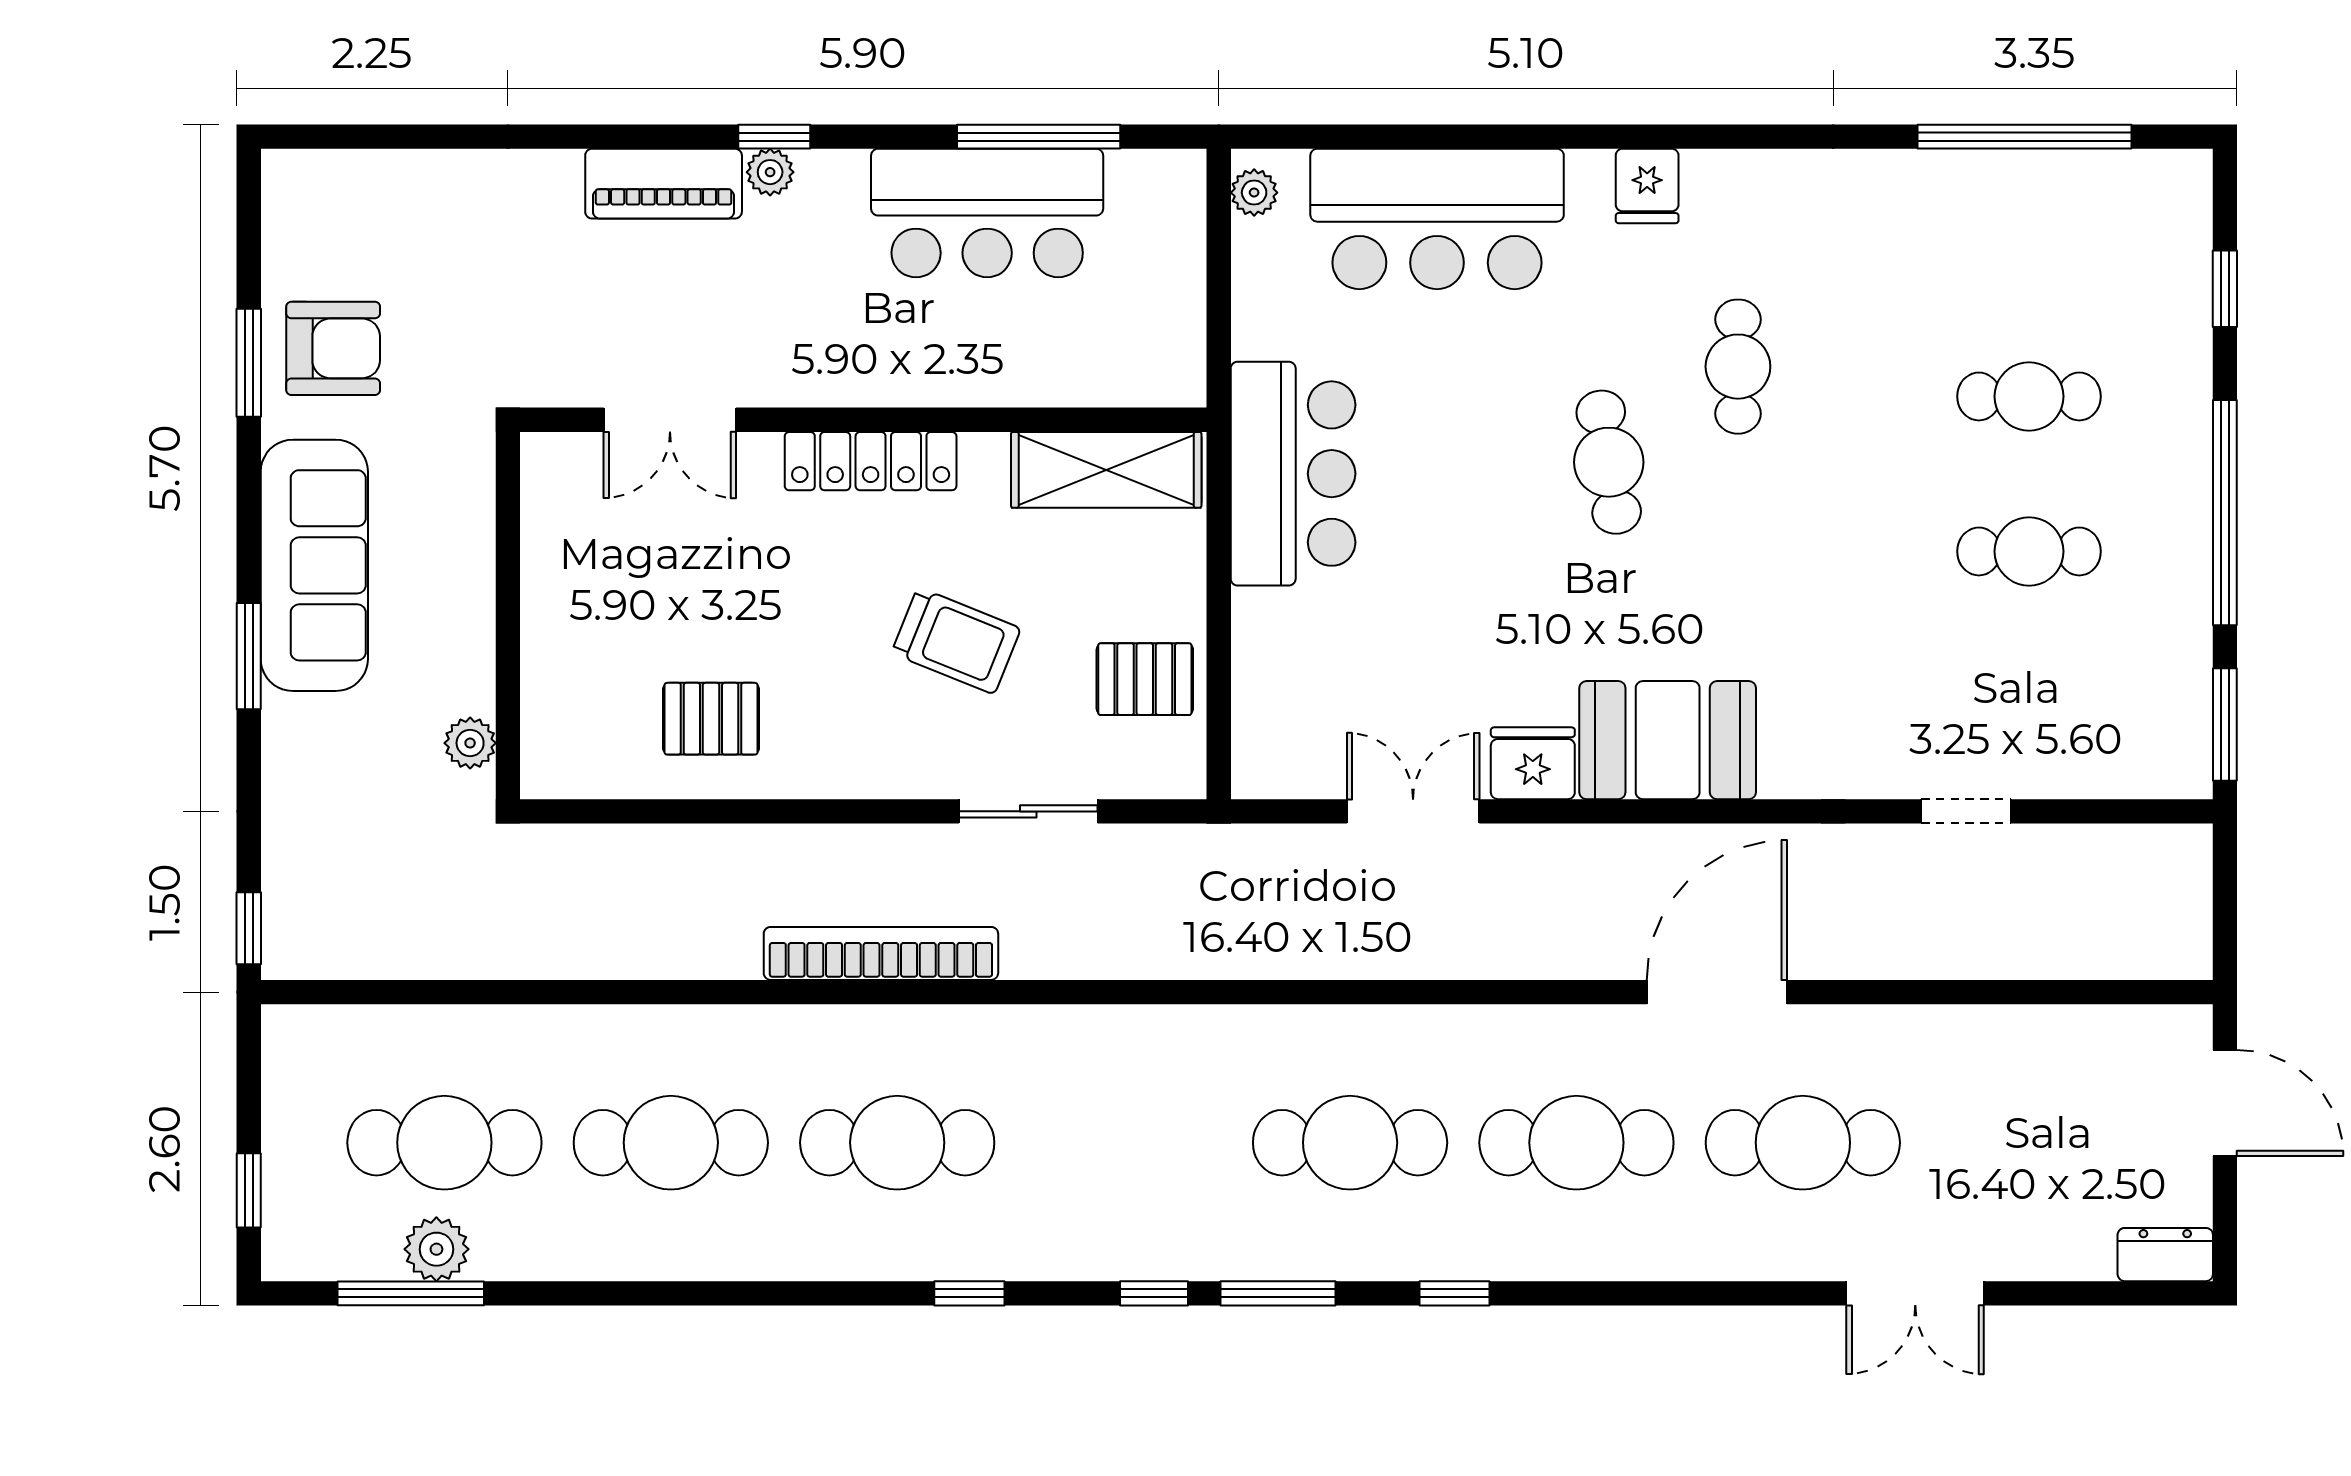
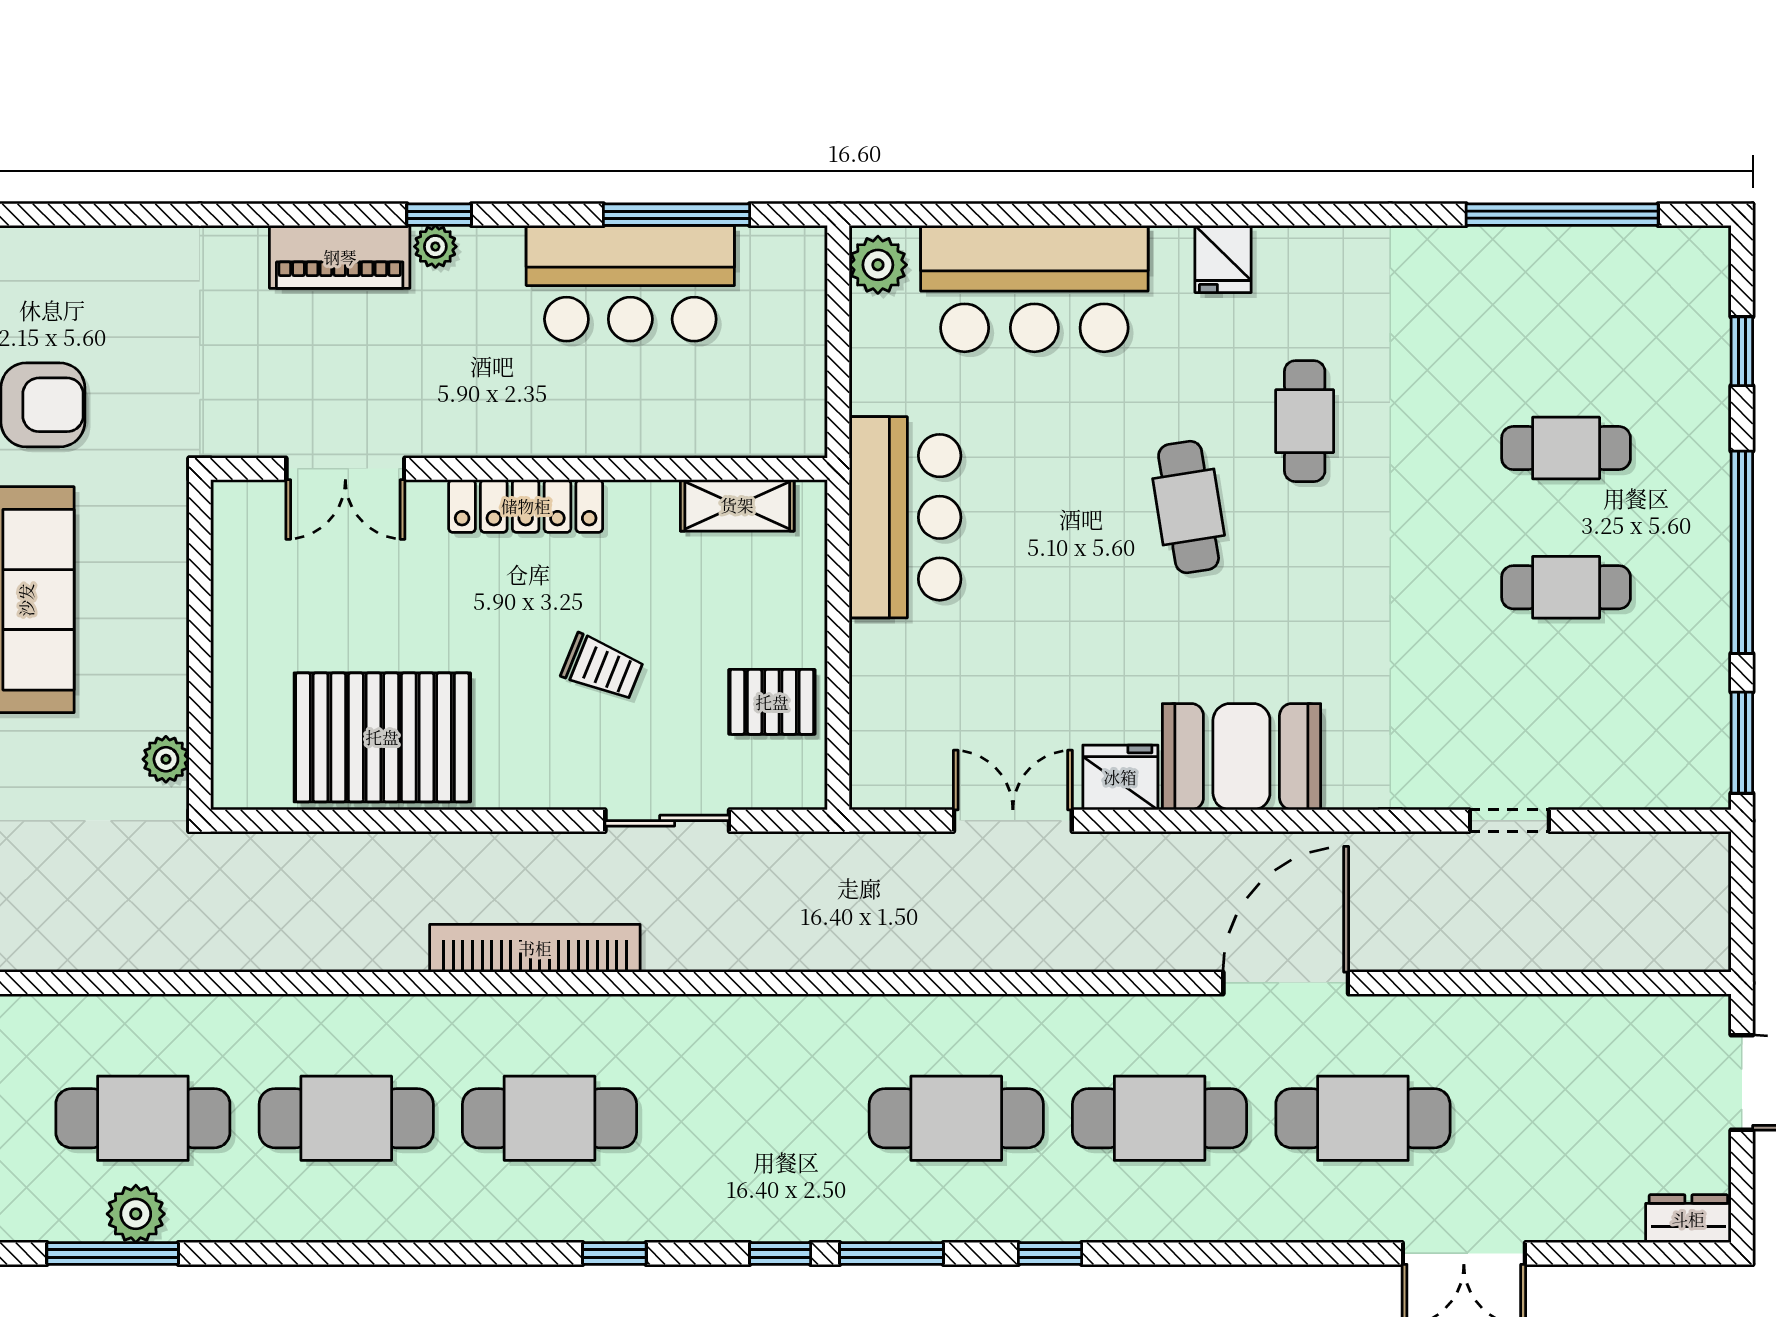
plant: (1254, 193) -> (878, 265), width x1.38, depth x1.38
shelving: (1106, 470) -> (737, 505), width x0.67, depth x0.75
trolley: (956, 641) -> (602, 667), width x0.73, depth x0.72
pallet: (711, 719) -> (382, 737), width x2.05, depth x2.00

